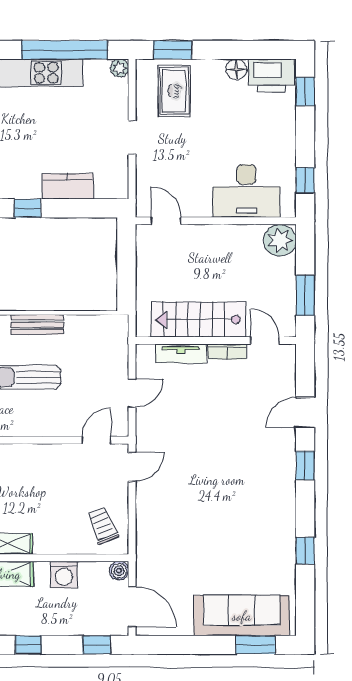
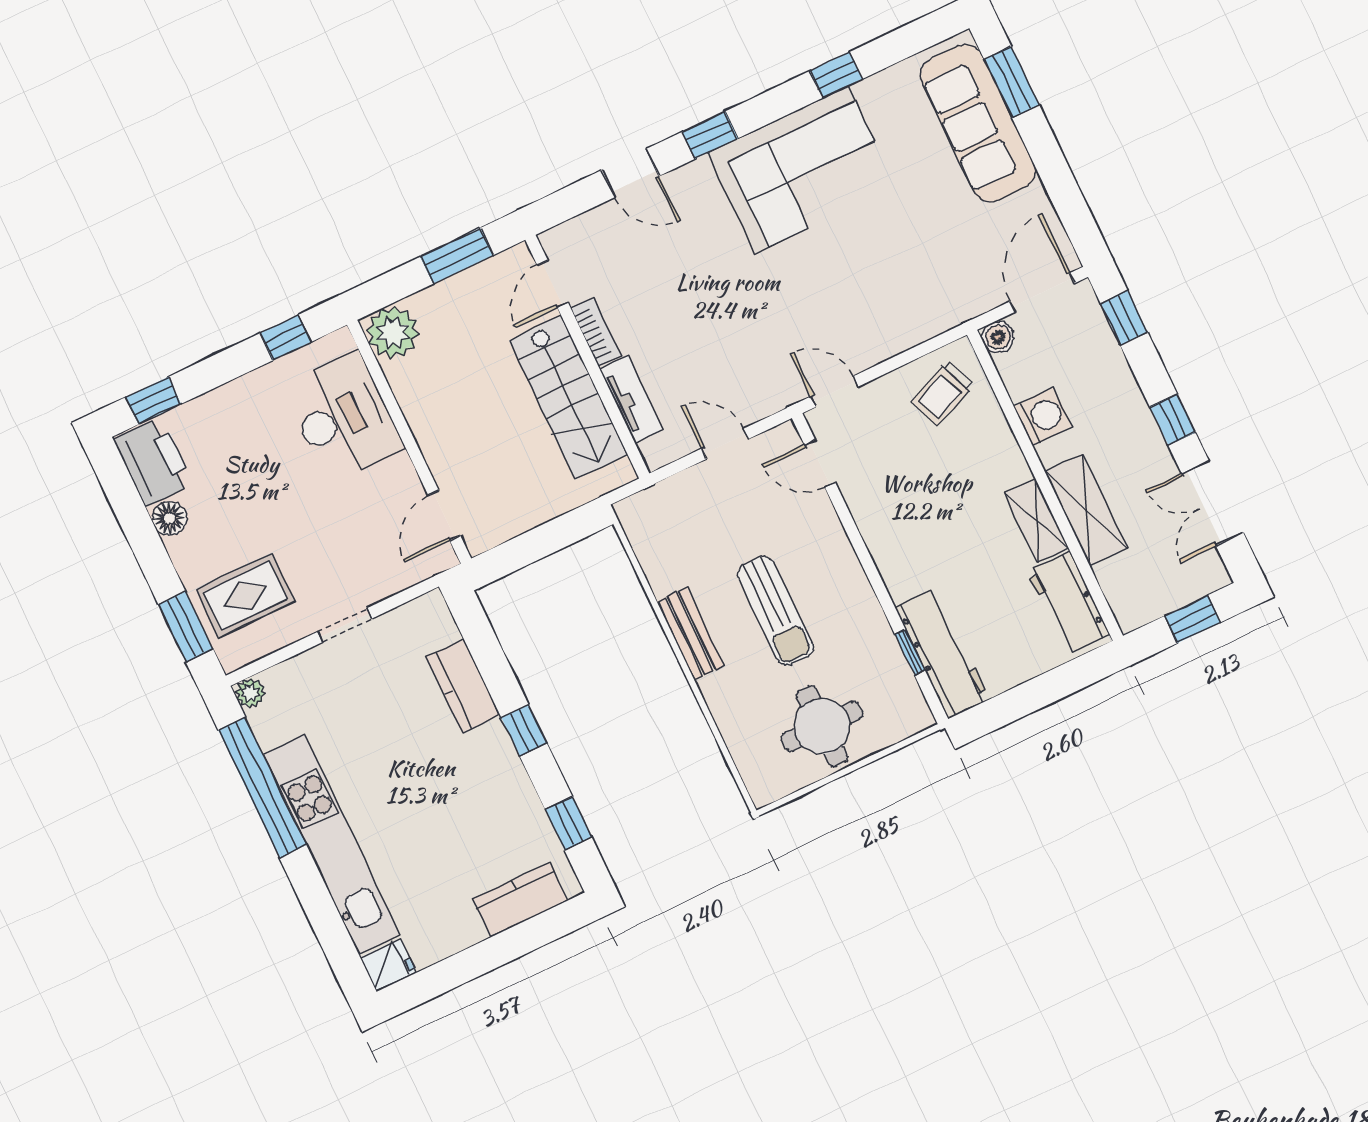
corner sofa: (262, 507) -> (801, 170), added

